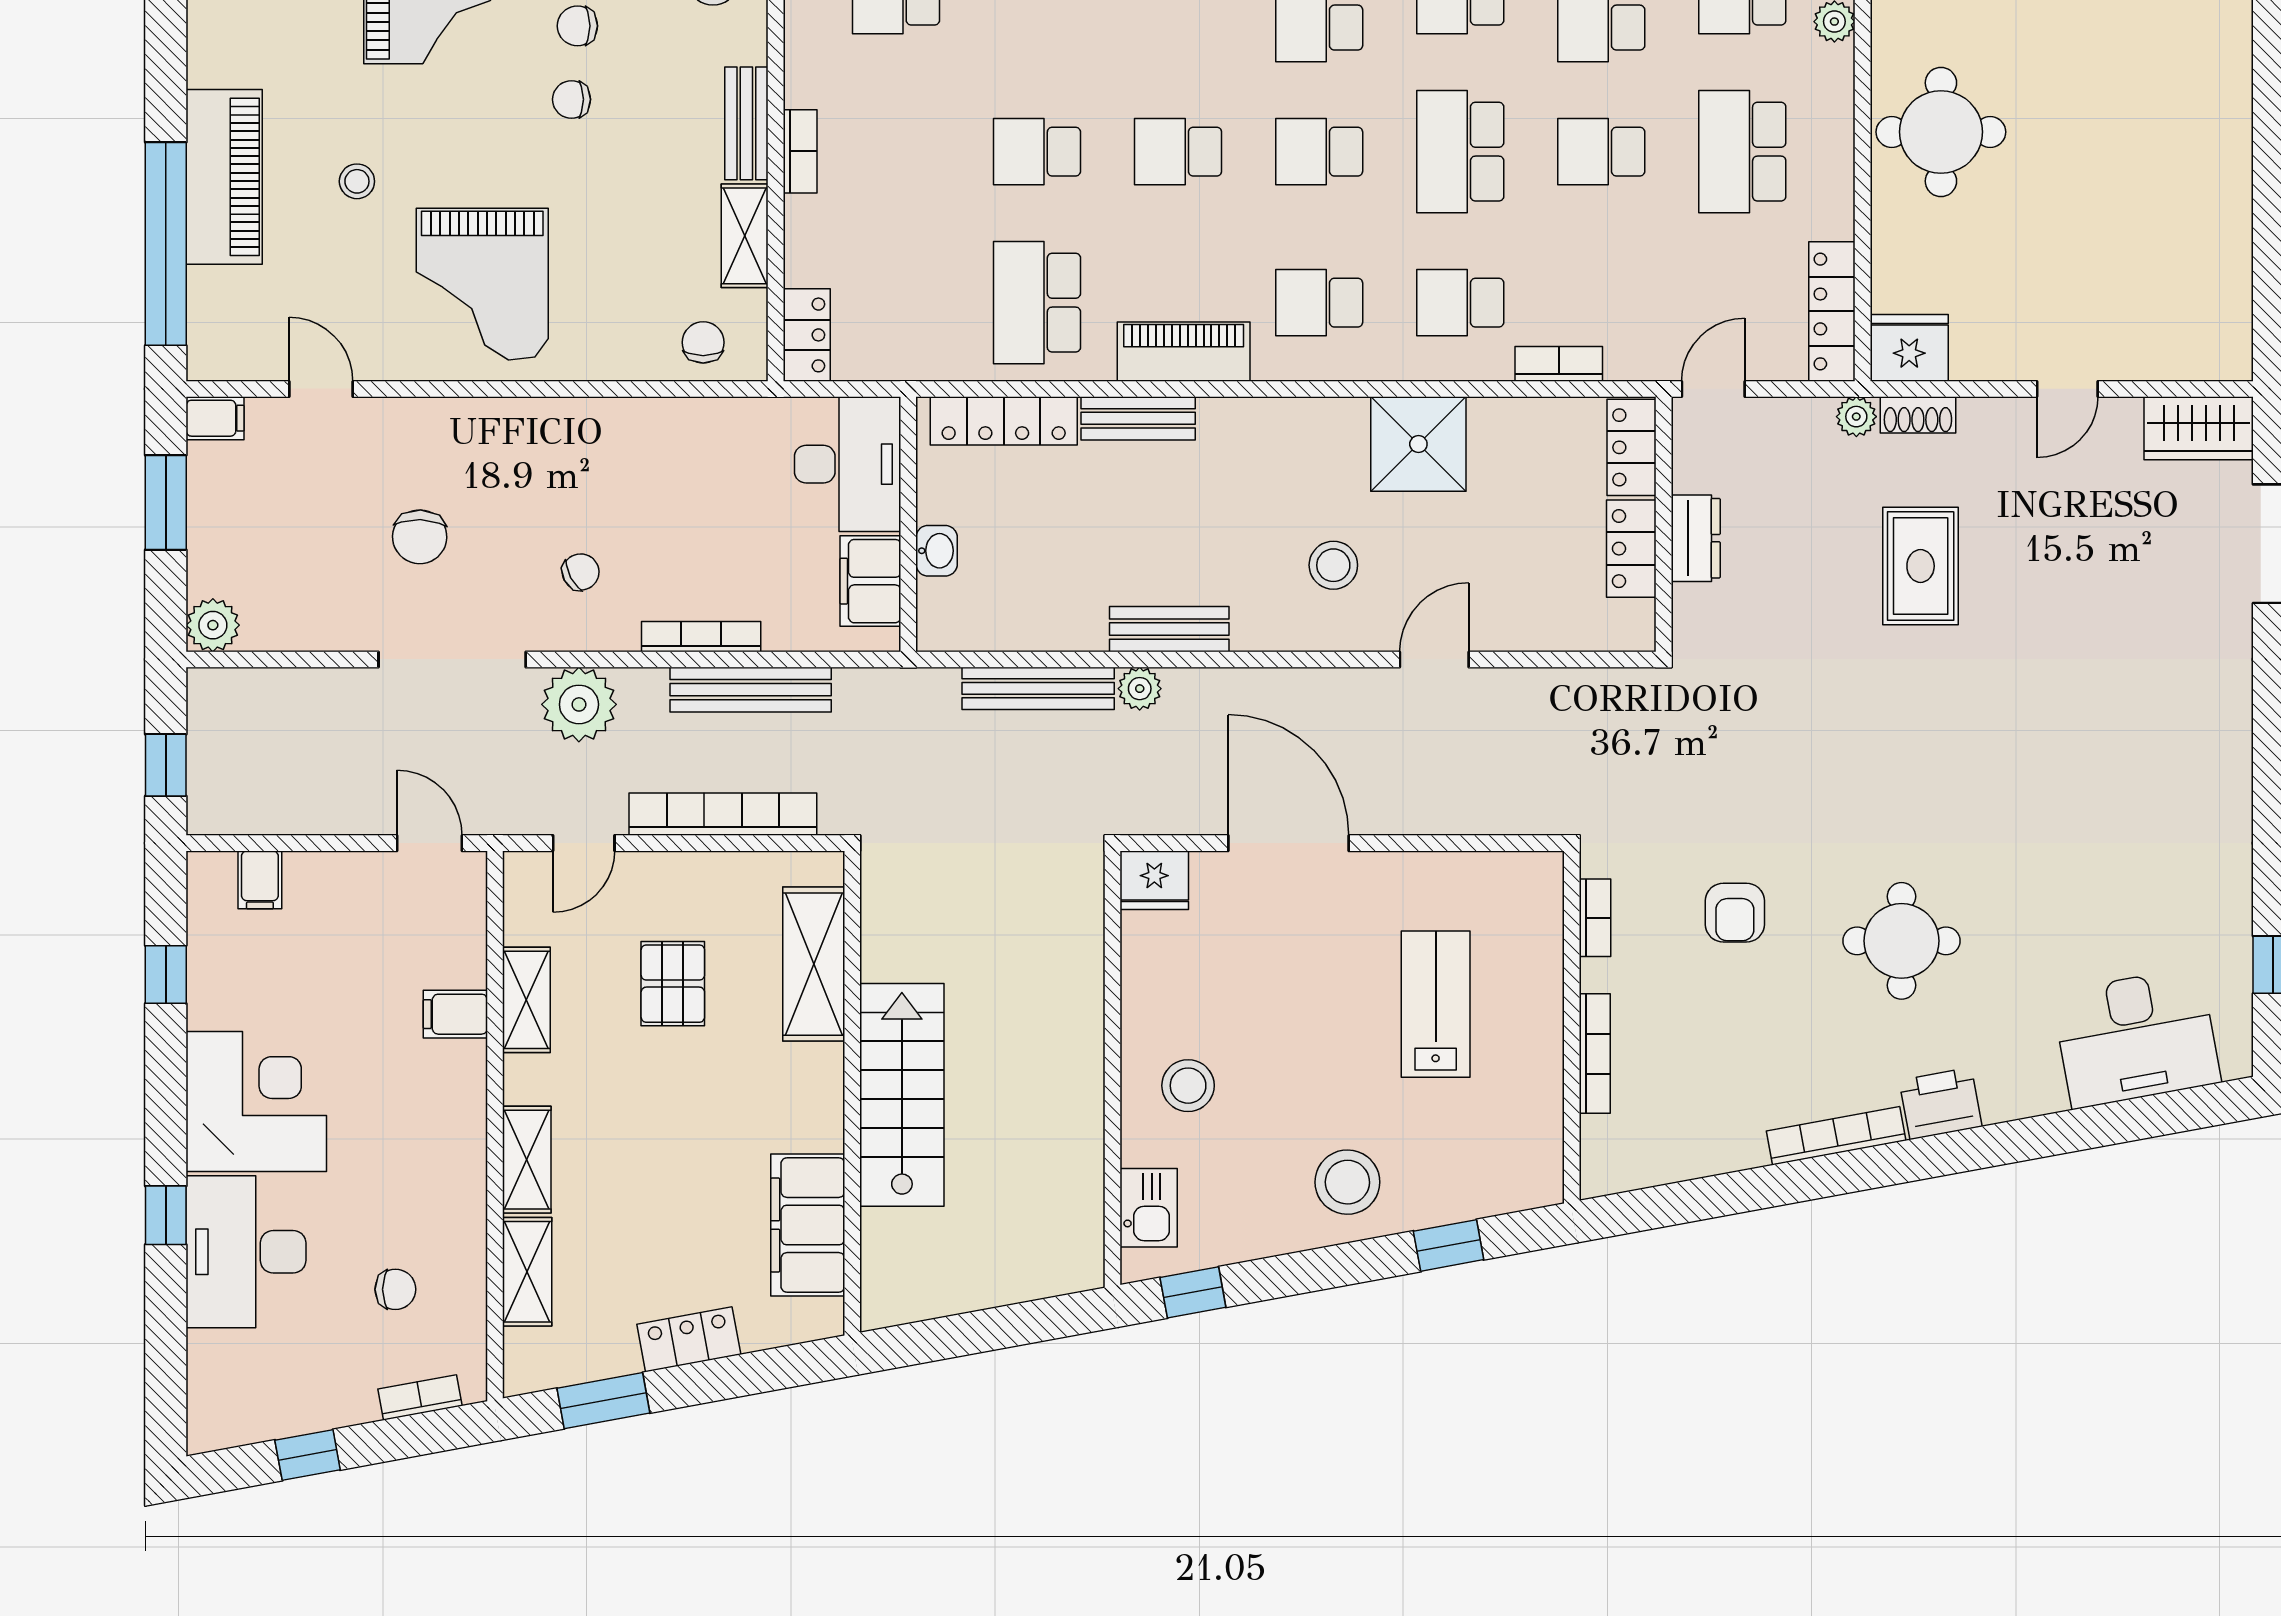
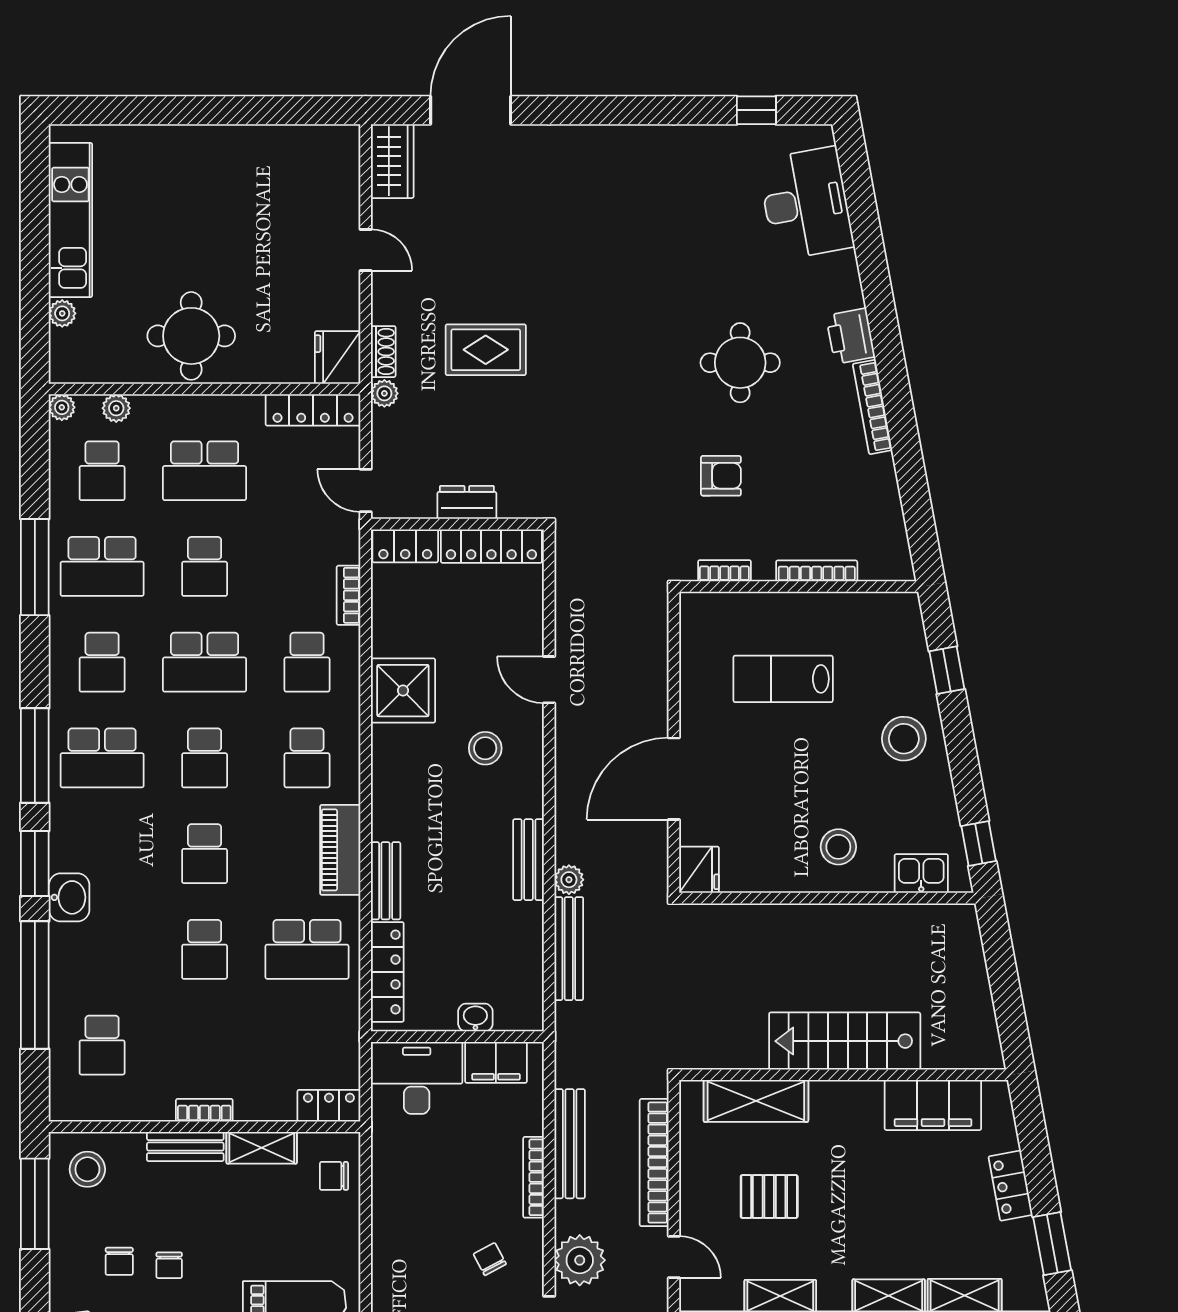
locker: (1631, 549) -> (491, 546), width x1.53

